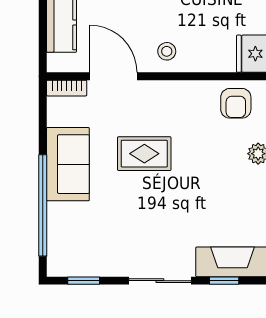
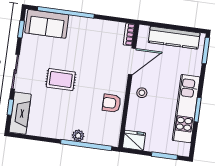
armchair: (236, 103) -> (112, 103), moved
rug: (144, 154) -> (61, 80), moved, turned 90
sofa: (68, 164) -> (47, 24), moved

